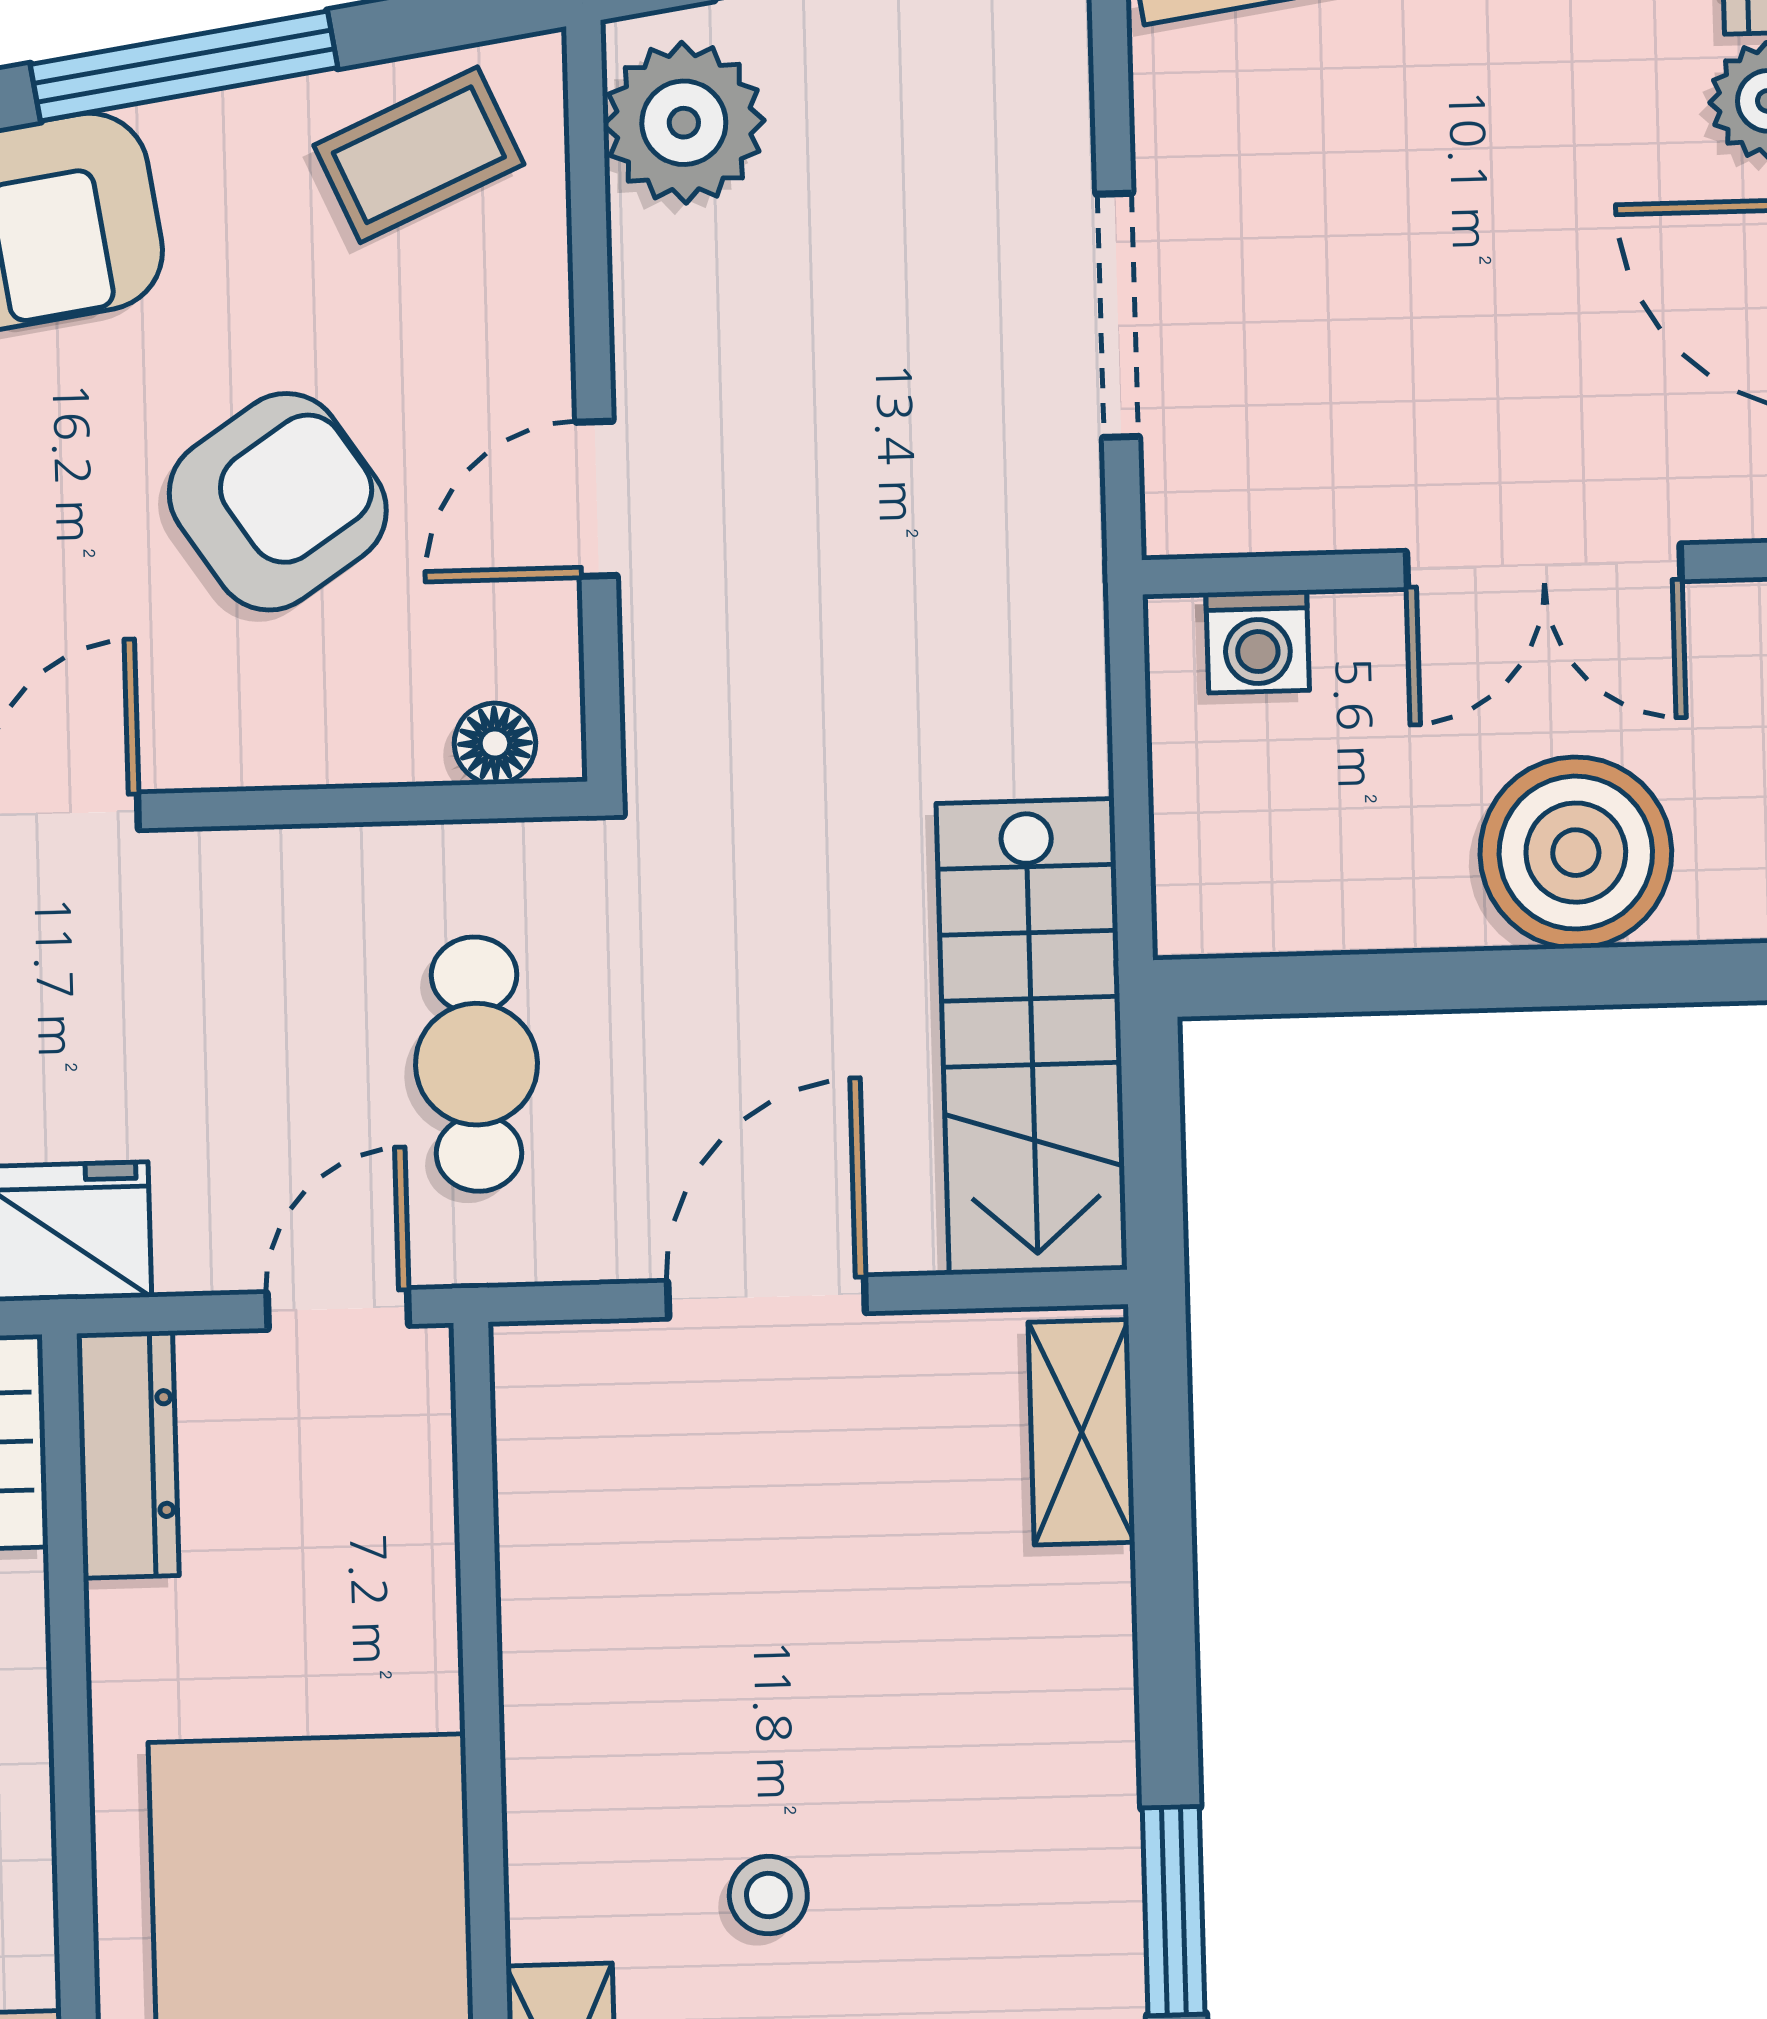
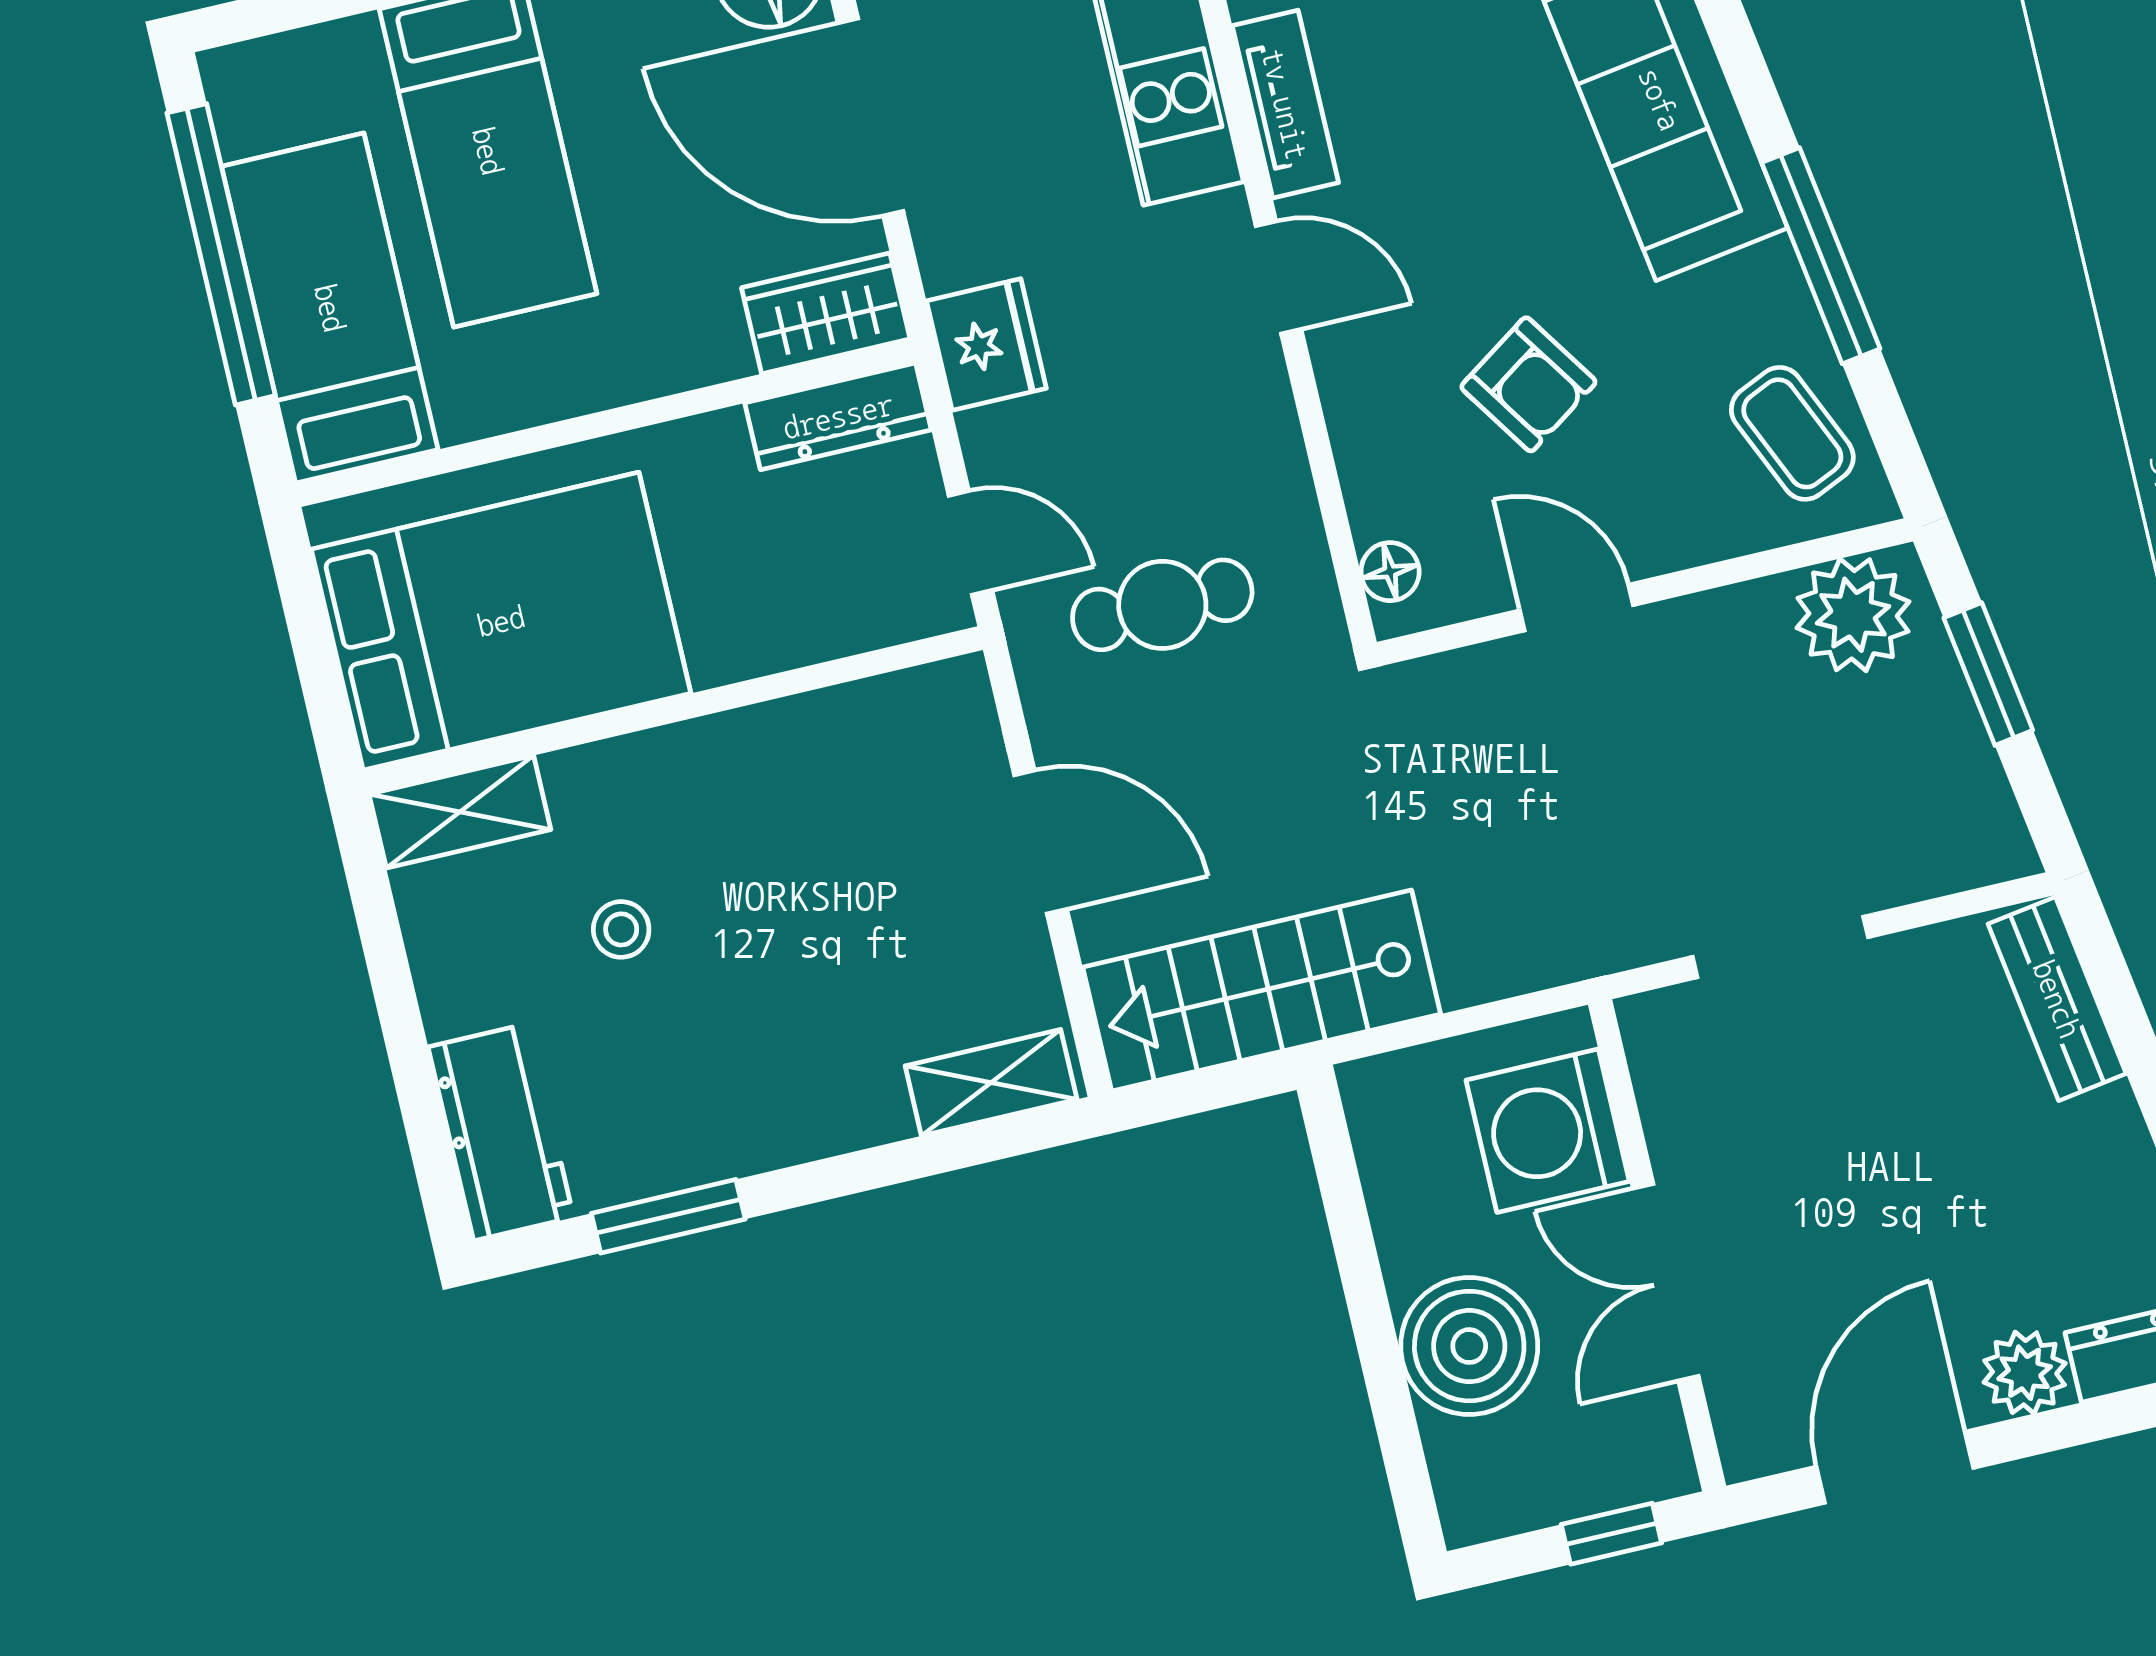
armchair: (278, 502) -> (1528, 384), width x0.72, depth x0.72
washing machine: (1258, 641) -> (1548, 1131), width x1.89, depth x1.89

